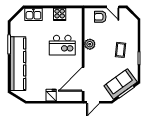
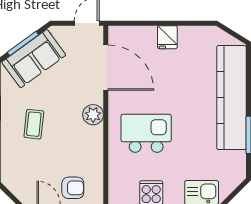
plant: (90, 44) -> (93, 115), moved
door: (83, 79) -> (106, 68), hinge flipped

